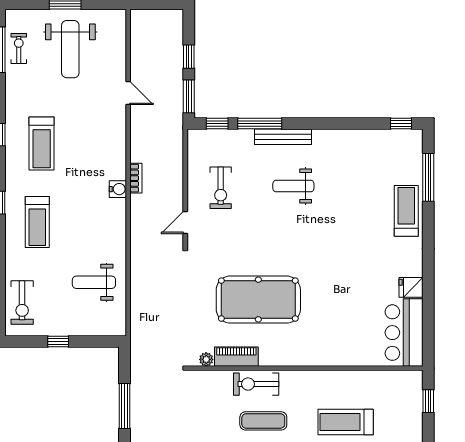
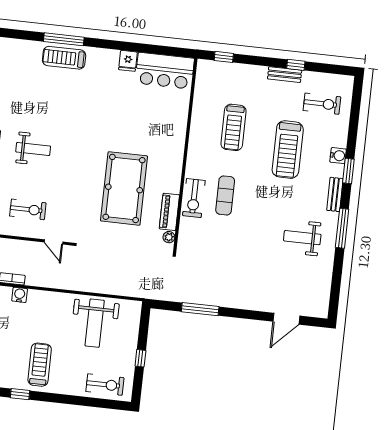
window: (428, 177) -> (64, 39), moved
weight bench: (293, 186) -> (33, 149), turned -90
treadmill: (37, 222) -> (40, 365), turned -90
weight bench: (94, 282) -> (95, 323), width x1.36, depth x1.33

